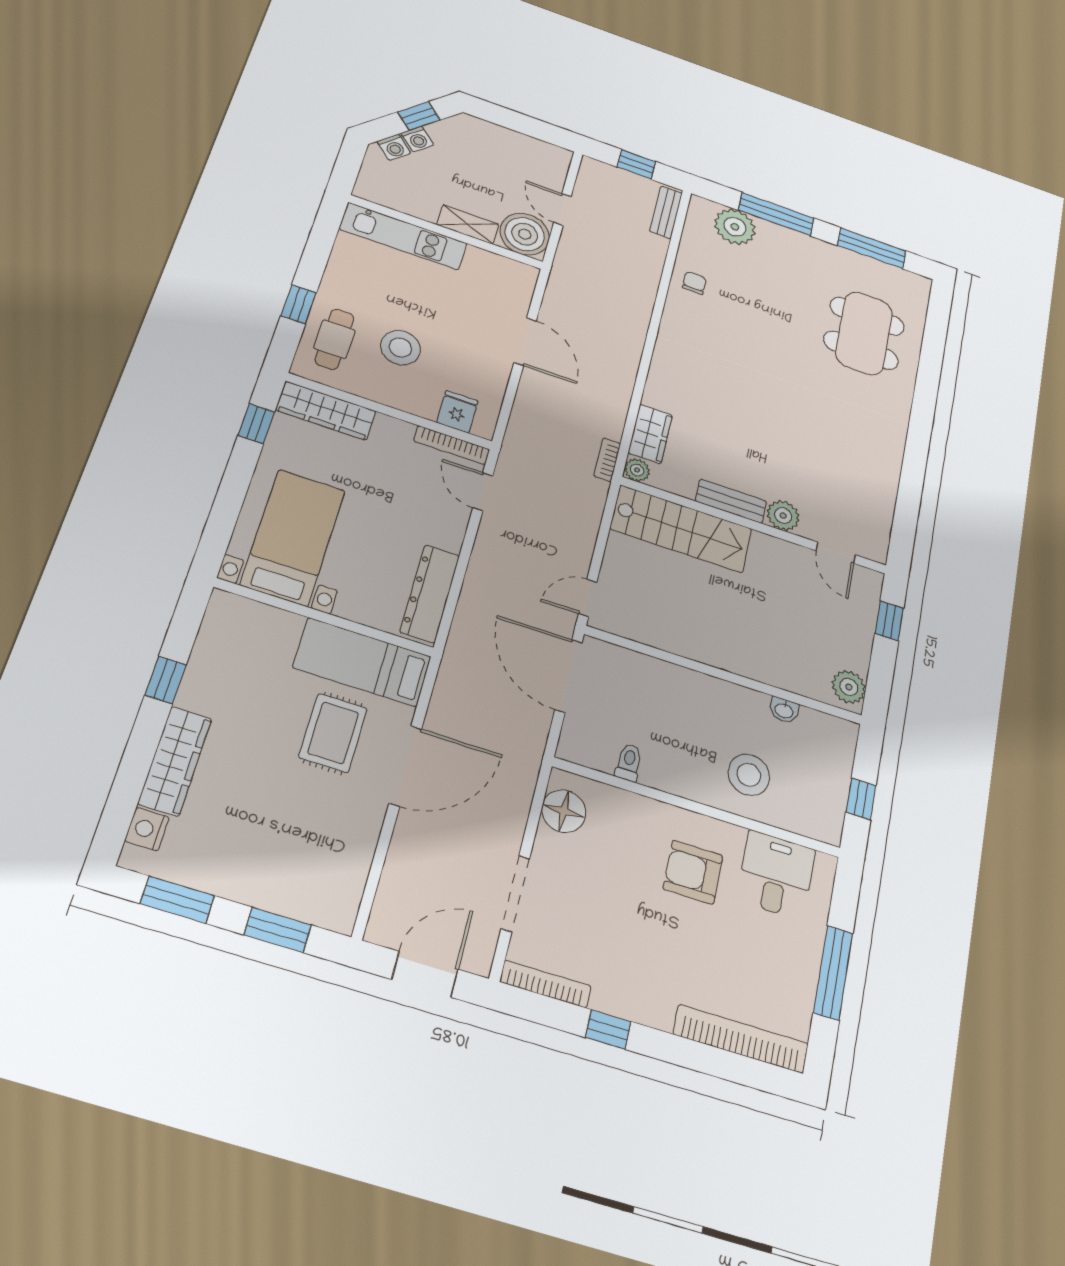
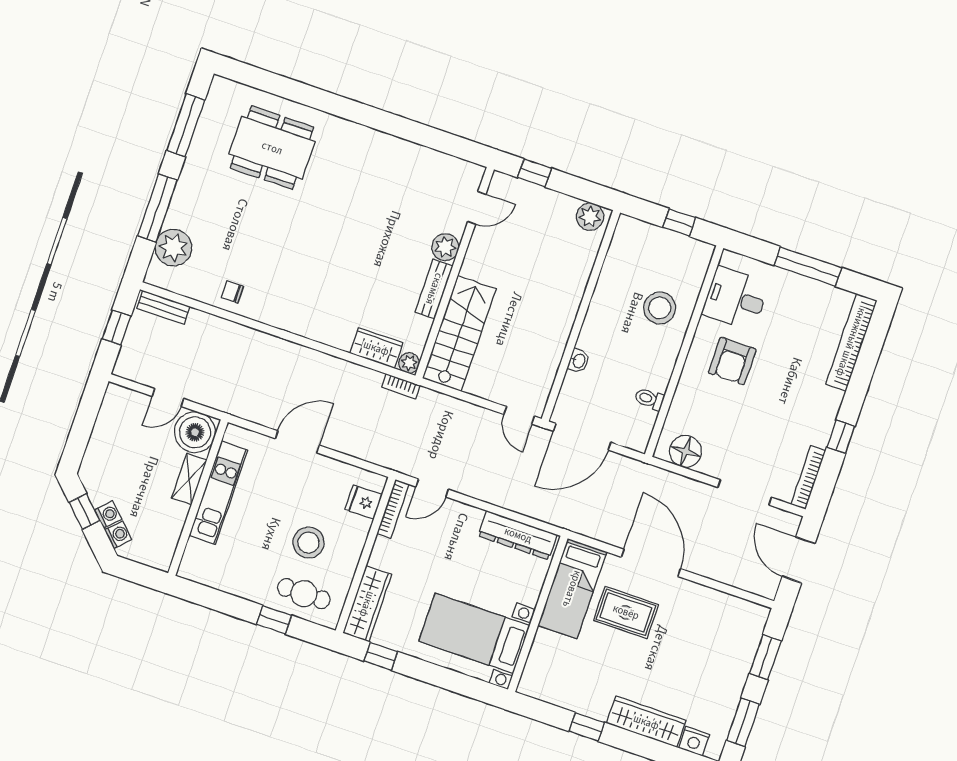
kitchen unit: (403, 236) -> (218, 493), moved
washbasin: (784, 710) -> (579, 361), moved

